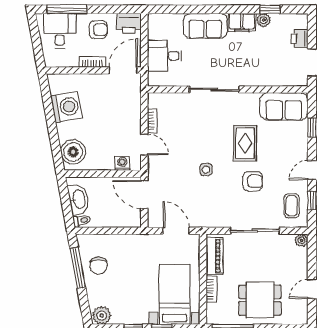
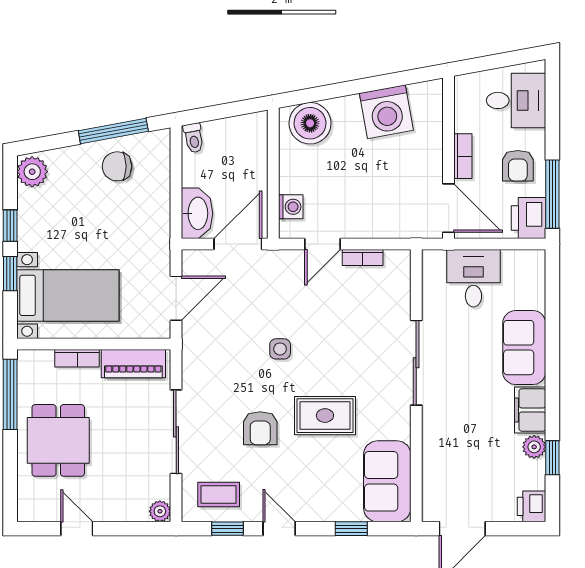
window: (67, 9) -> (552, 194), moved
printer: (299, 38) -> (531, 506), moved, turned -90
washbasin: (79, 199) -> (197, 213), moved, turned -80

